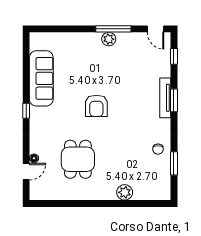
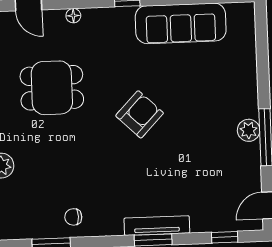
armchair: (96, 106) -> (140, 114), turned 134
floor lamp: (34, 158) -> (73, 16), moved

